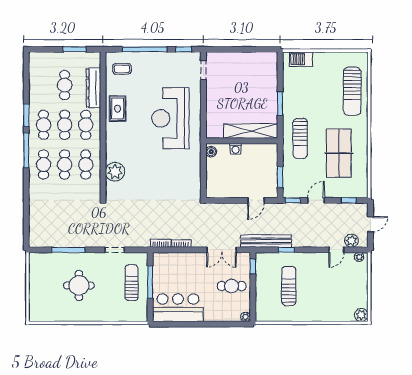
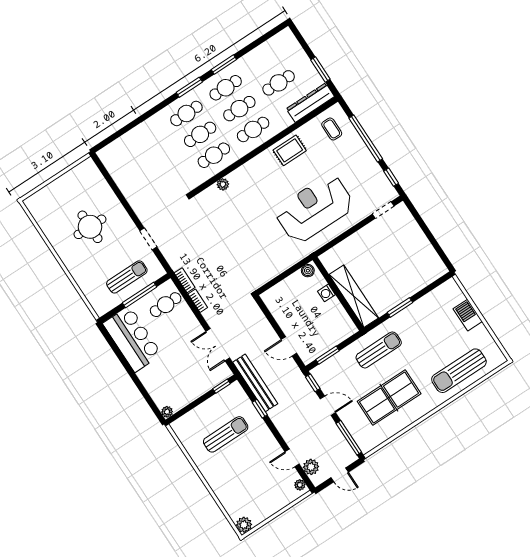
barbecue: (301, 59) -> (468, 315), moved
dresser: (93, 88) -> (310, 103), moved
sun lounger: (300, 138) -> (379, 350), turned 180
window: (26, 150) -> (189, 87), width x0.69
plant: (115, 172) -> (223, 184), width x0.53, depth x0.53
window: (348, 200) -> (349, 438), width x2.17
window: (68, 250) -> (118, 193), removed
cafe table: (232, 286) -> (166, 305), moved, turned 90

